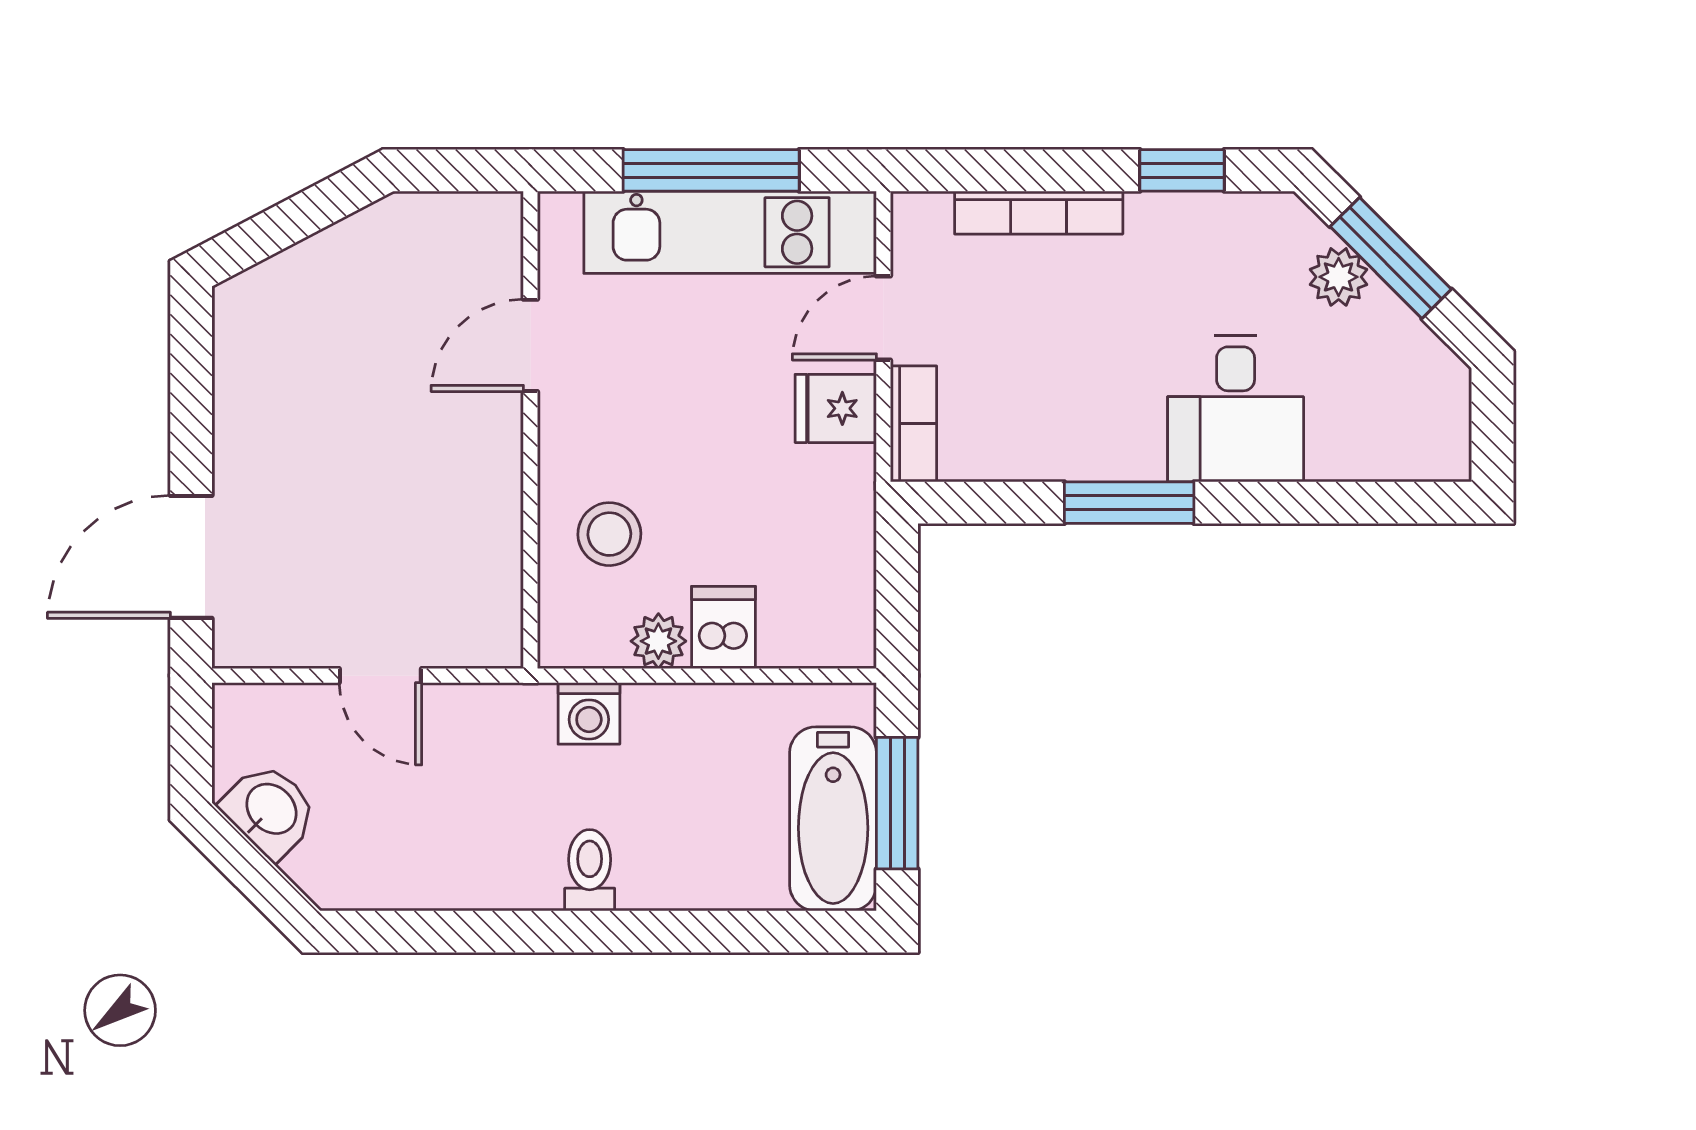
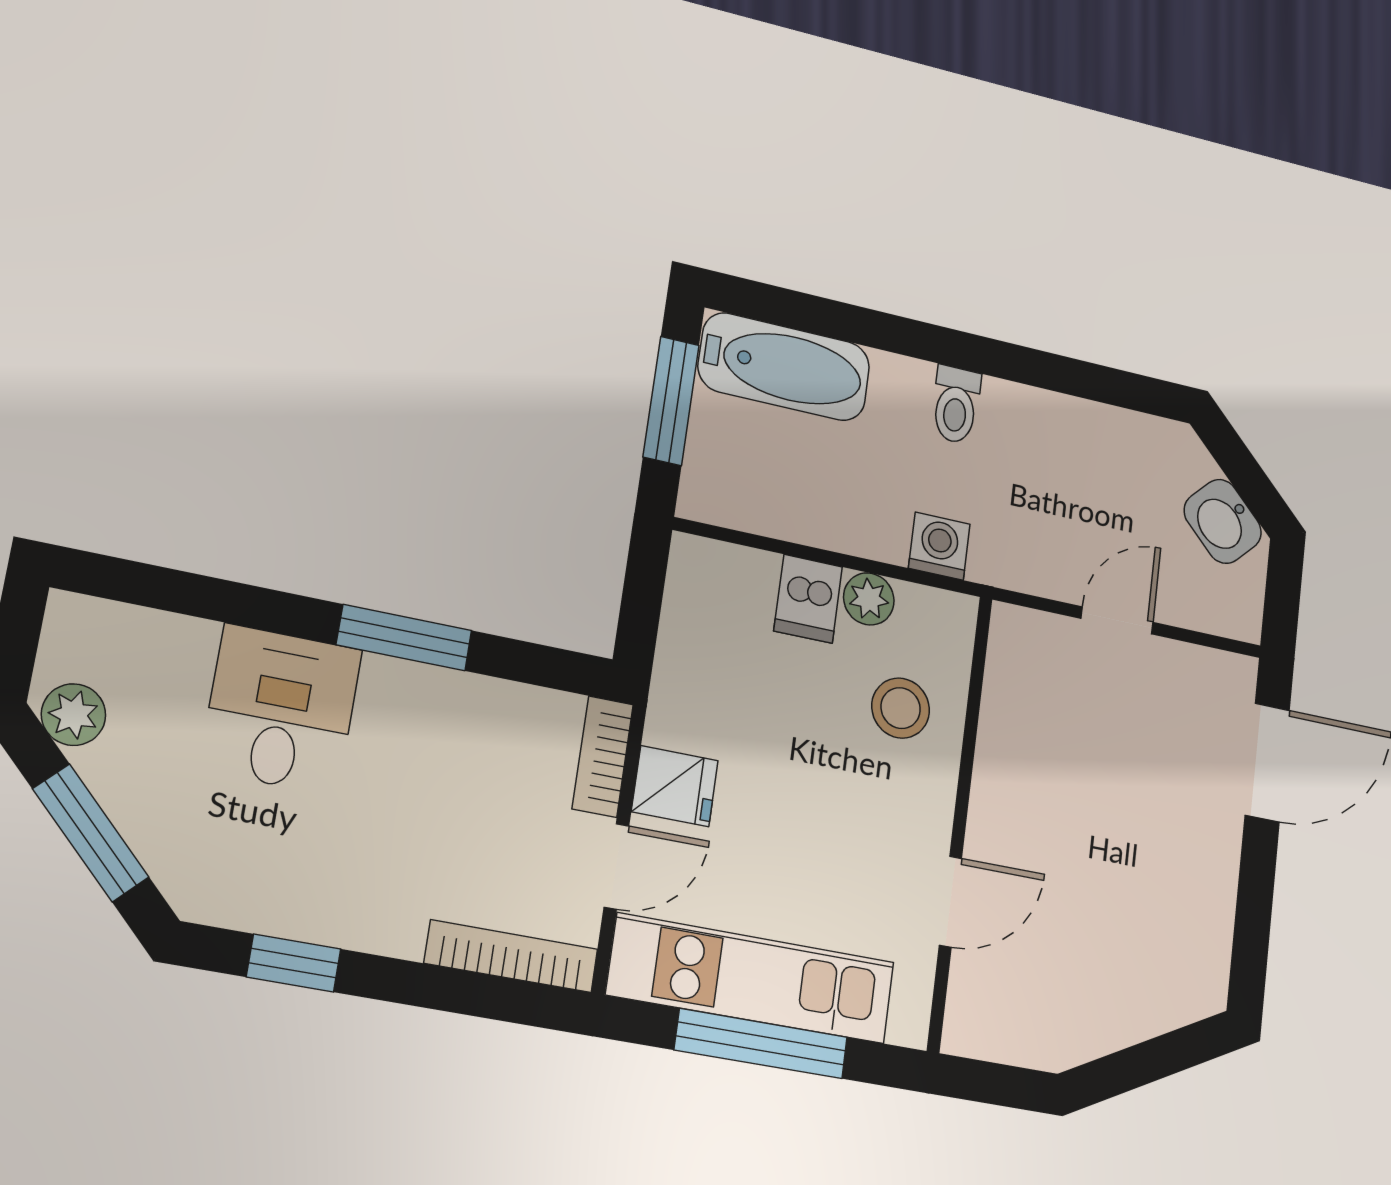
bookcase: (1039, 213) -> (511, 956), moved
plant: (1339, 277) -> (74, 715), moved
door: (380, 676) -> (1117, 620), hinge flipped
bathtub: (833, 819) -> (784, 367), moved, turned 90

